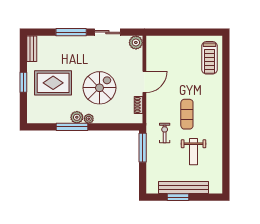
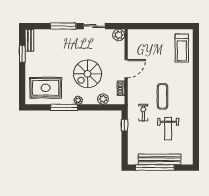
window: (23, 82) -> (22, 54), moved
rug: (53, 83) -> (46, 88), moved
spiral stairs: (99, 88) -> (87, 74), turned 180
plant: (77, 117) -> (103, 99), moved
window: (143, 148) -> (125, 125), width x0.46
window: (178, 197) -> (155, 168), width x2.11

